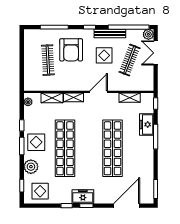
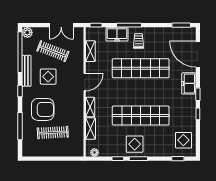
double door: (156, 53) -> (61, 25), moved
door: (99, 92) -> (85, 82), swing flipped
trolley: (140, 146) -> (139, 41), added
plant: (31, 167) -> (159, 149), removed
freezer: (83, 197) -> (189, 83), moved

